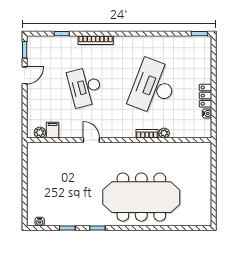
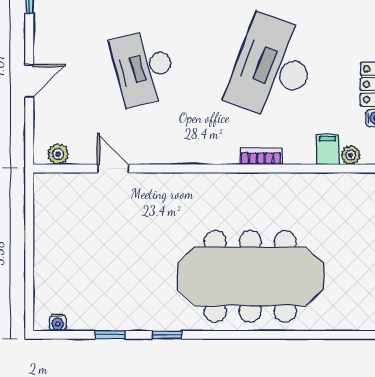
door: (25, 75) -> (29, 81), moved
filing cabinet: (53, 130) -> (328, 149), moved
plant: (164, 133) -> (351, 155), moved
door: (91, 140) -> (113, 168), moved

